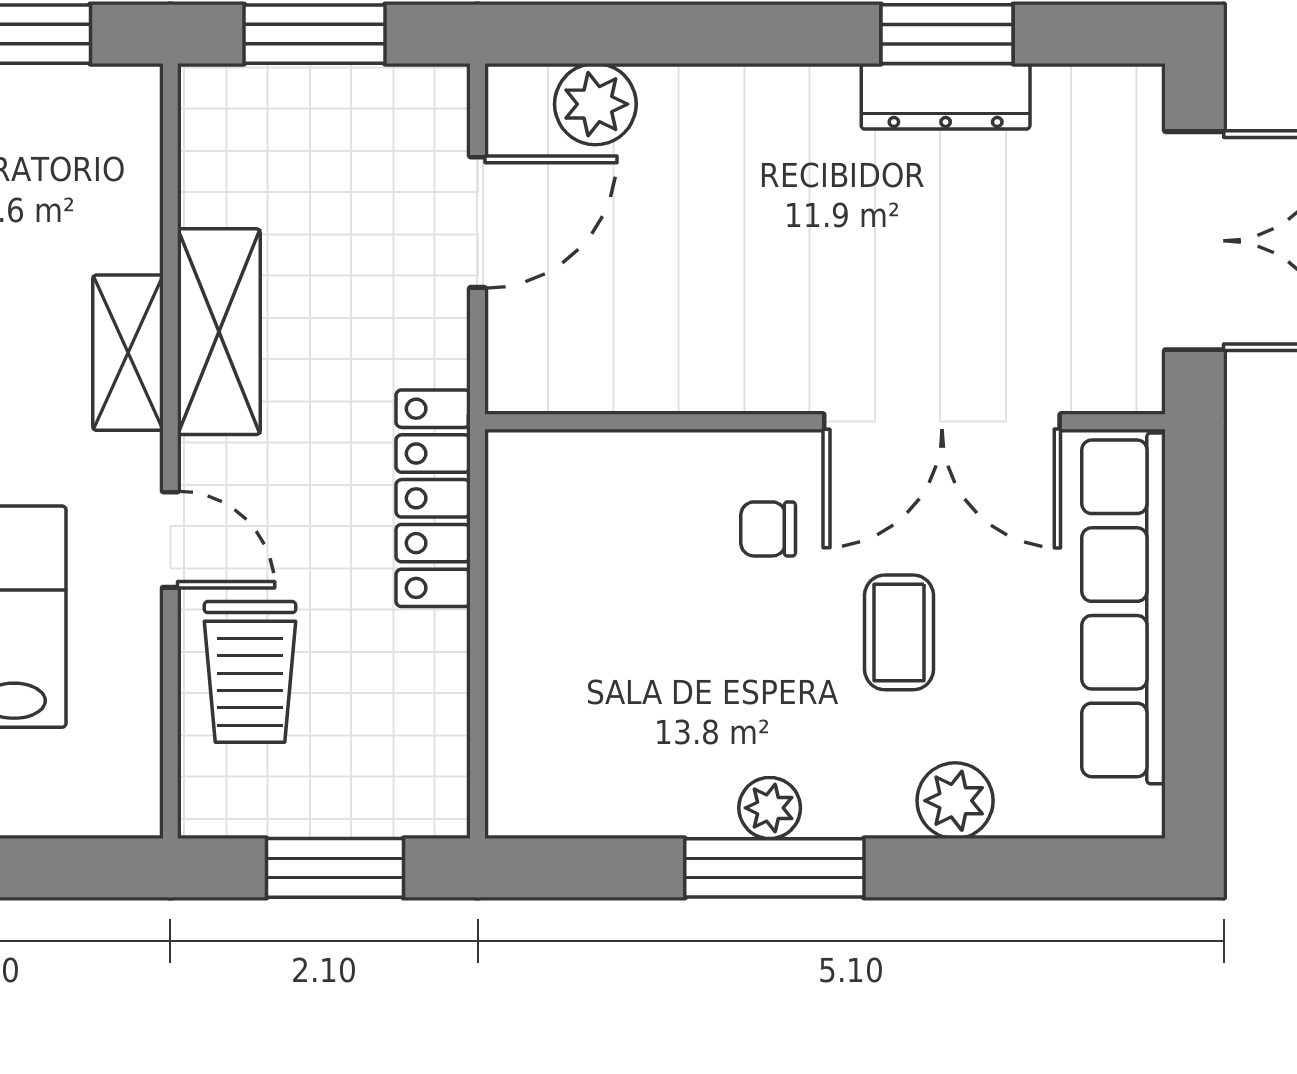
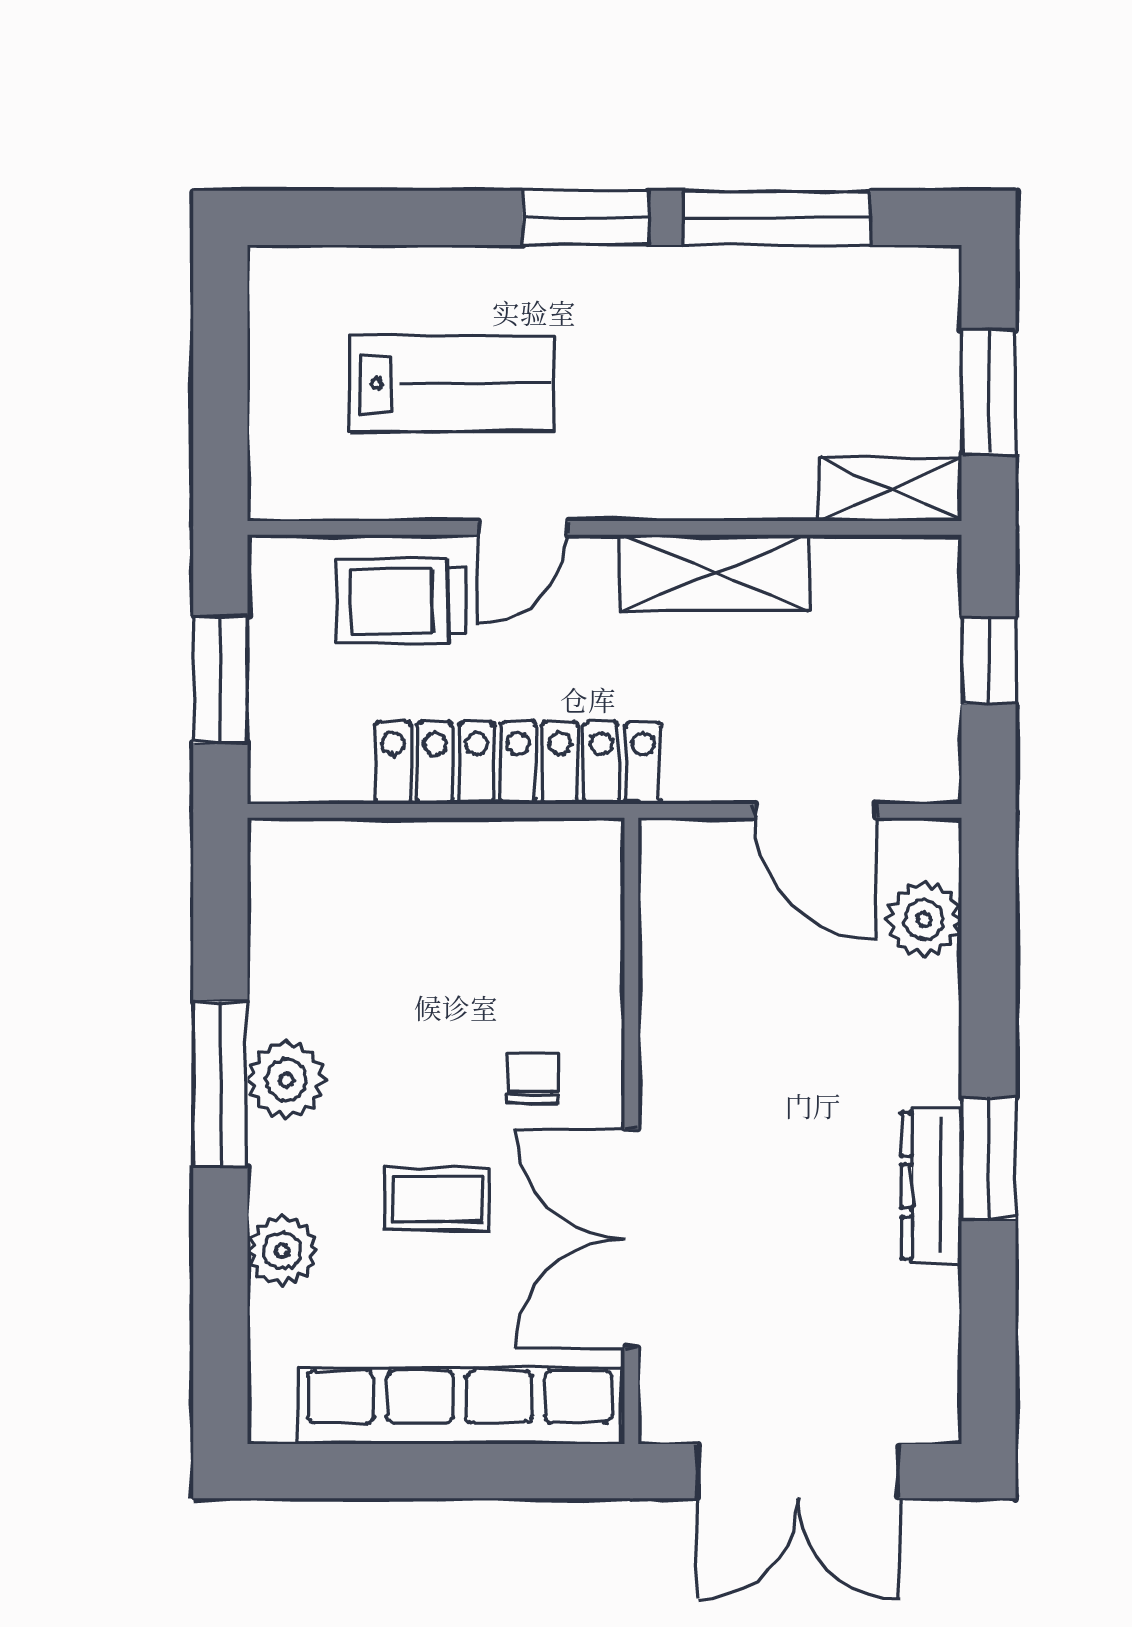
window: (314, 34) -> (989, 661), width x0.67
window: (947, 34) -> (989, 1158), moved
dresser: (946, 96) -> (931, 1186), moved
shelving: (128, 353) -> (890, 489), moved
locker: (433, 498) -> (518, 763), width x1.41, depth x1.21
plant: (770, 808) -> (286, 1080), width x1.38, depth x1.38

